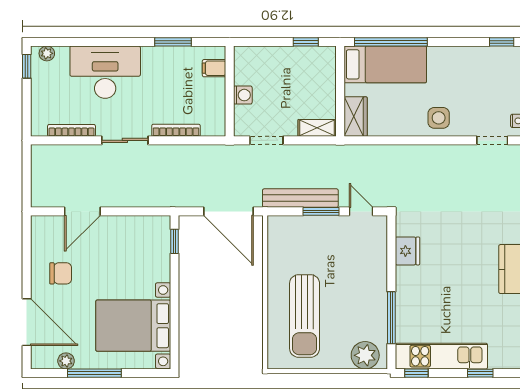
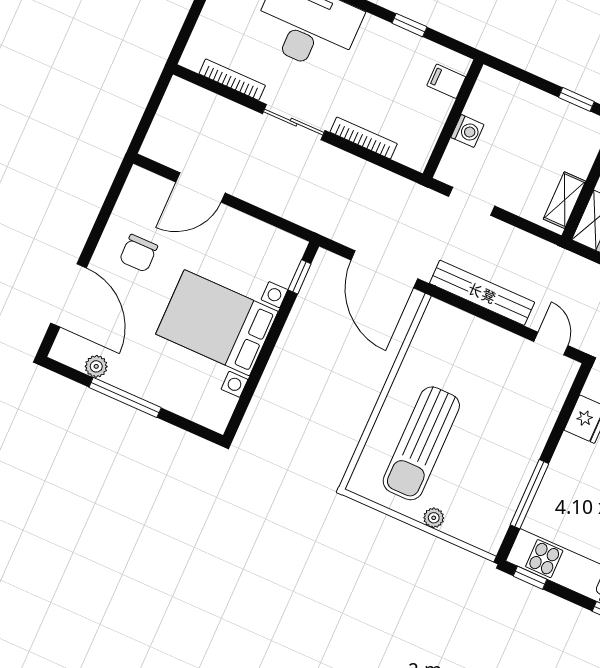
window: (173, 42) -> (409, 25), width x0.67
shelving: (317, 128) -> (564, 200), moved, turned 90
window: (321, 211) -> (501, 321), removed
chair: (61, 273) -> (138, 253), turned 90
bed with nightstands: (133, 326) -> (217, 323), moved
plant: (365, 355) -> (434, 518), moved, width x0.53, depth x0.53

